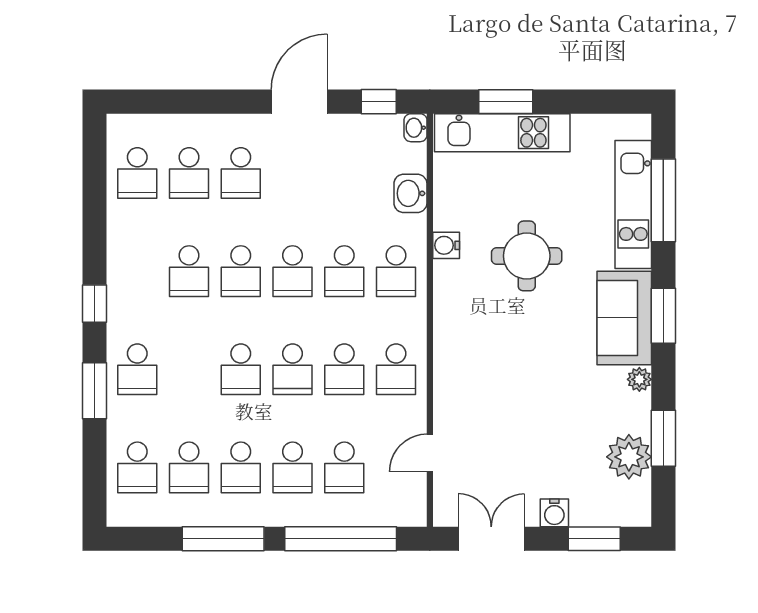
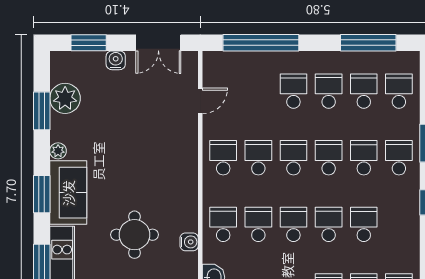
school desk: (344, 467) -> (364, 158), moved
window: (223, 539) -> (368, 43), moved

